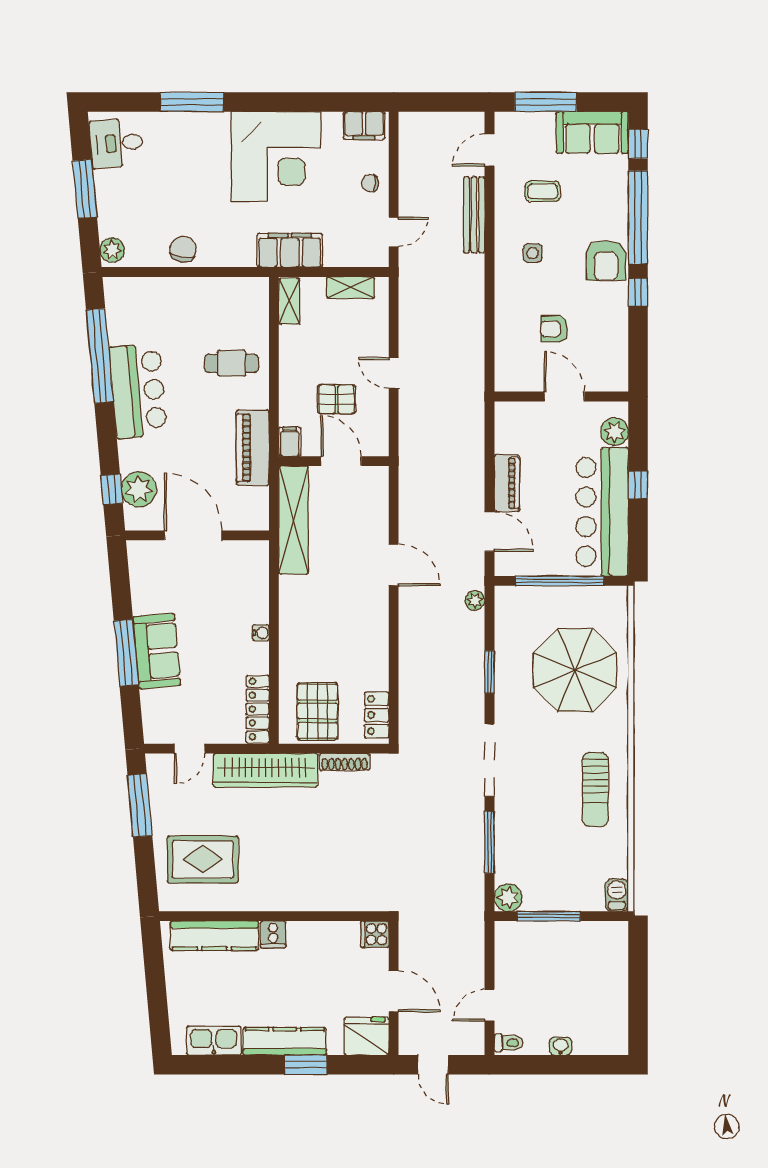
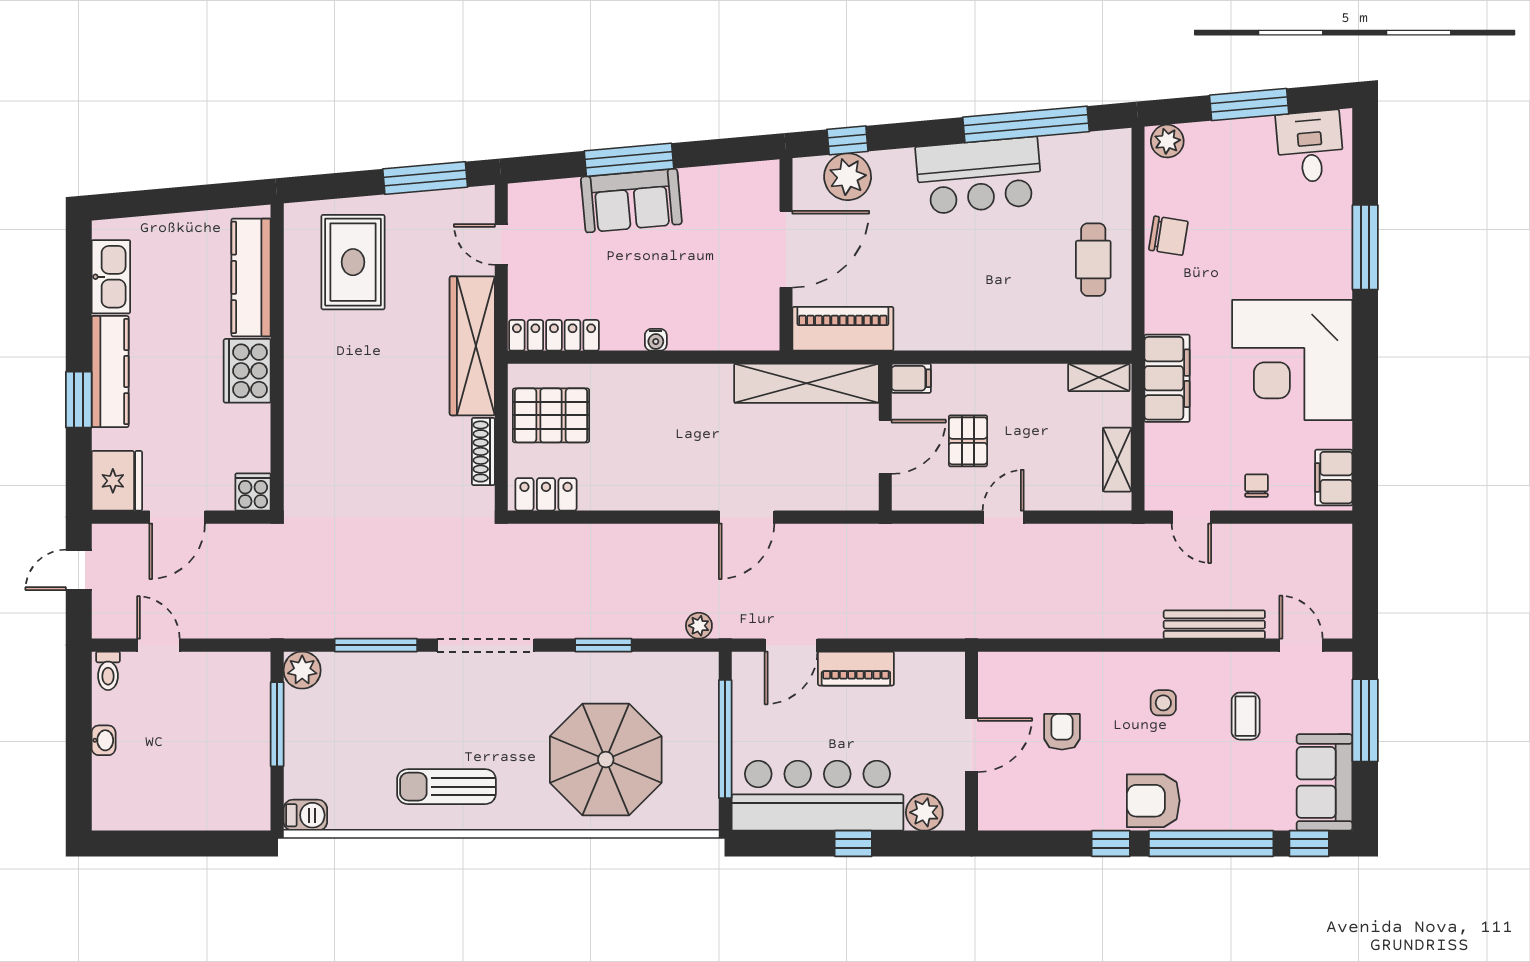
cafe table: (232, 363) -> (1093, 260), moved
piano: (253, 448) -> (843, 329), moved
cooker: (273, 934) -> (247, 371), width x1.87, depth x1.31

